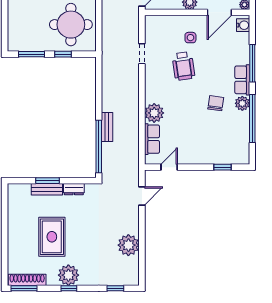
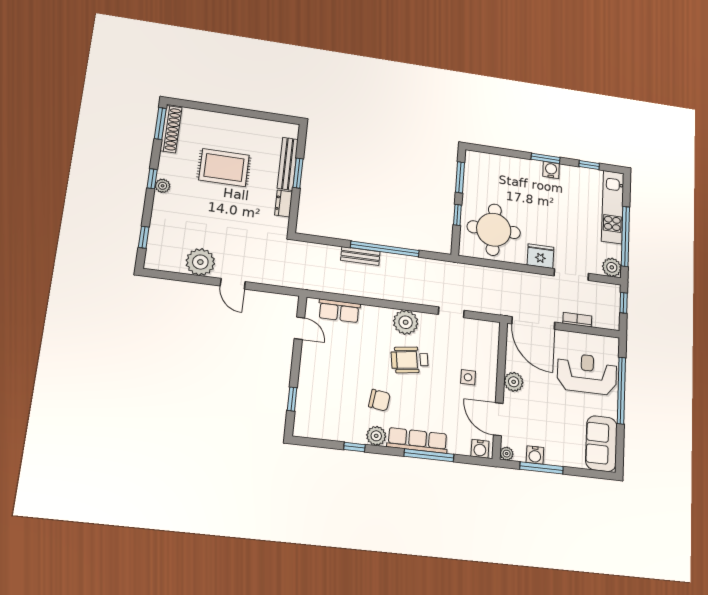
wheelchair: (183, 66) -> (410, 360), moved
row of seats: (242, 80) -> (417, 440), width x1.48
plant: (154, 113) -> (406, 322), moved
window: (252, 119) -> (354, 447), width x0.32
window: (99, 146) -> (385, 249), moved
bench: (47, 189) -> (288, 164), width x1.36
door: (142, 196) -> (233, 284), moved
plant: (68, 275) -> (163, 186), width x0.53, depth x0.53

